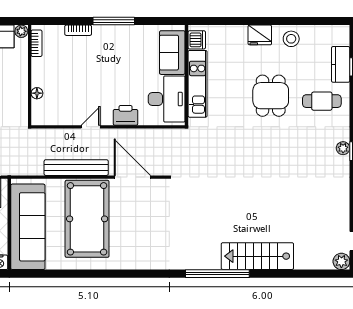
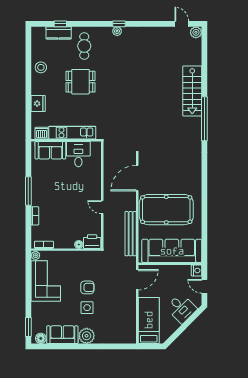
fridge: (260, 35) -> (38, 103), moved
desk: (167, 99) -> (78, 154), width x0.73
printer: (126, 115) -> (92, 242), moved, turned 90
bench: (76, 168) -> (131, 234), moved

